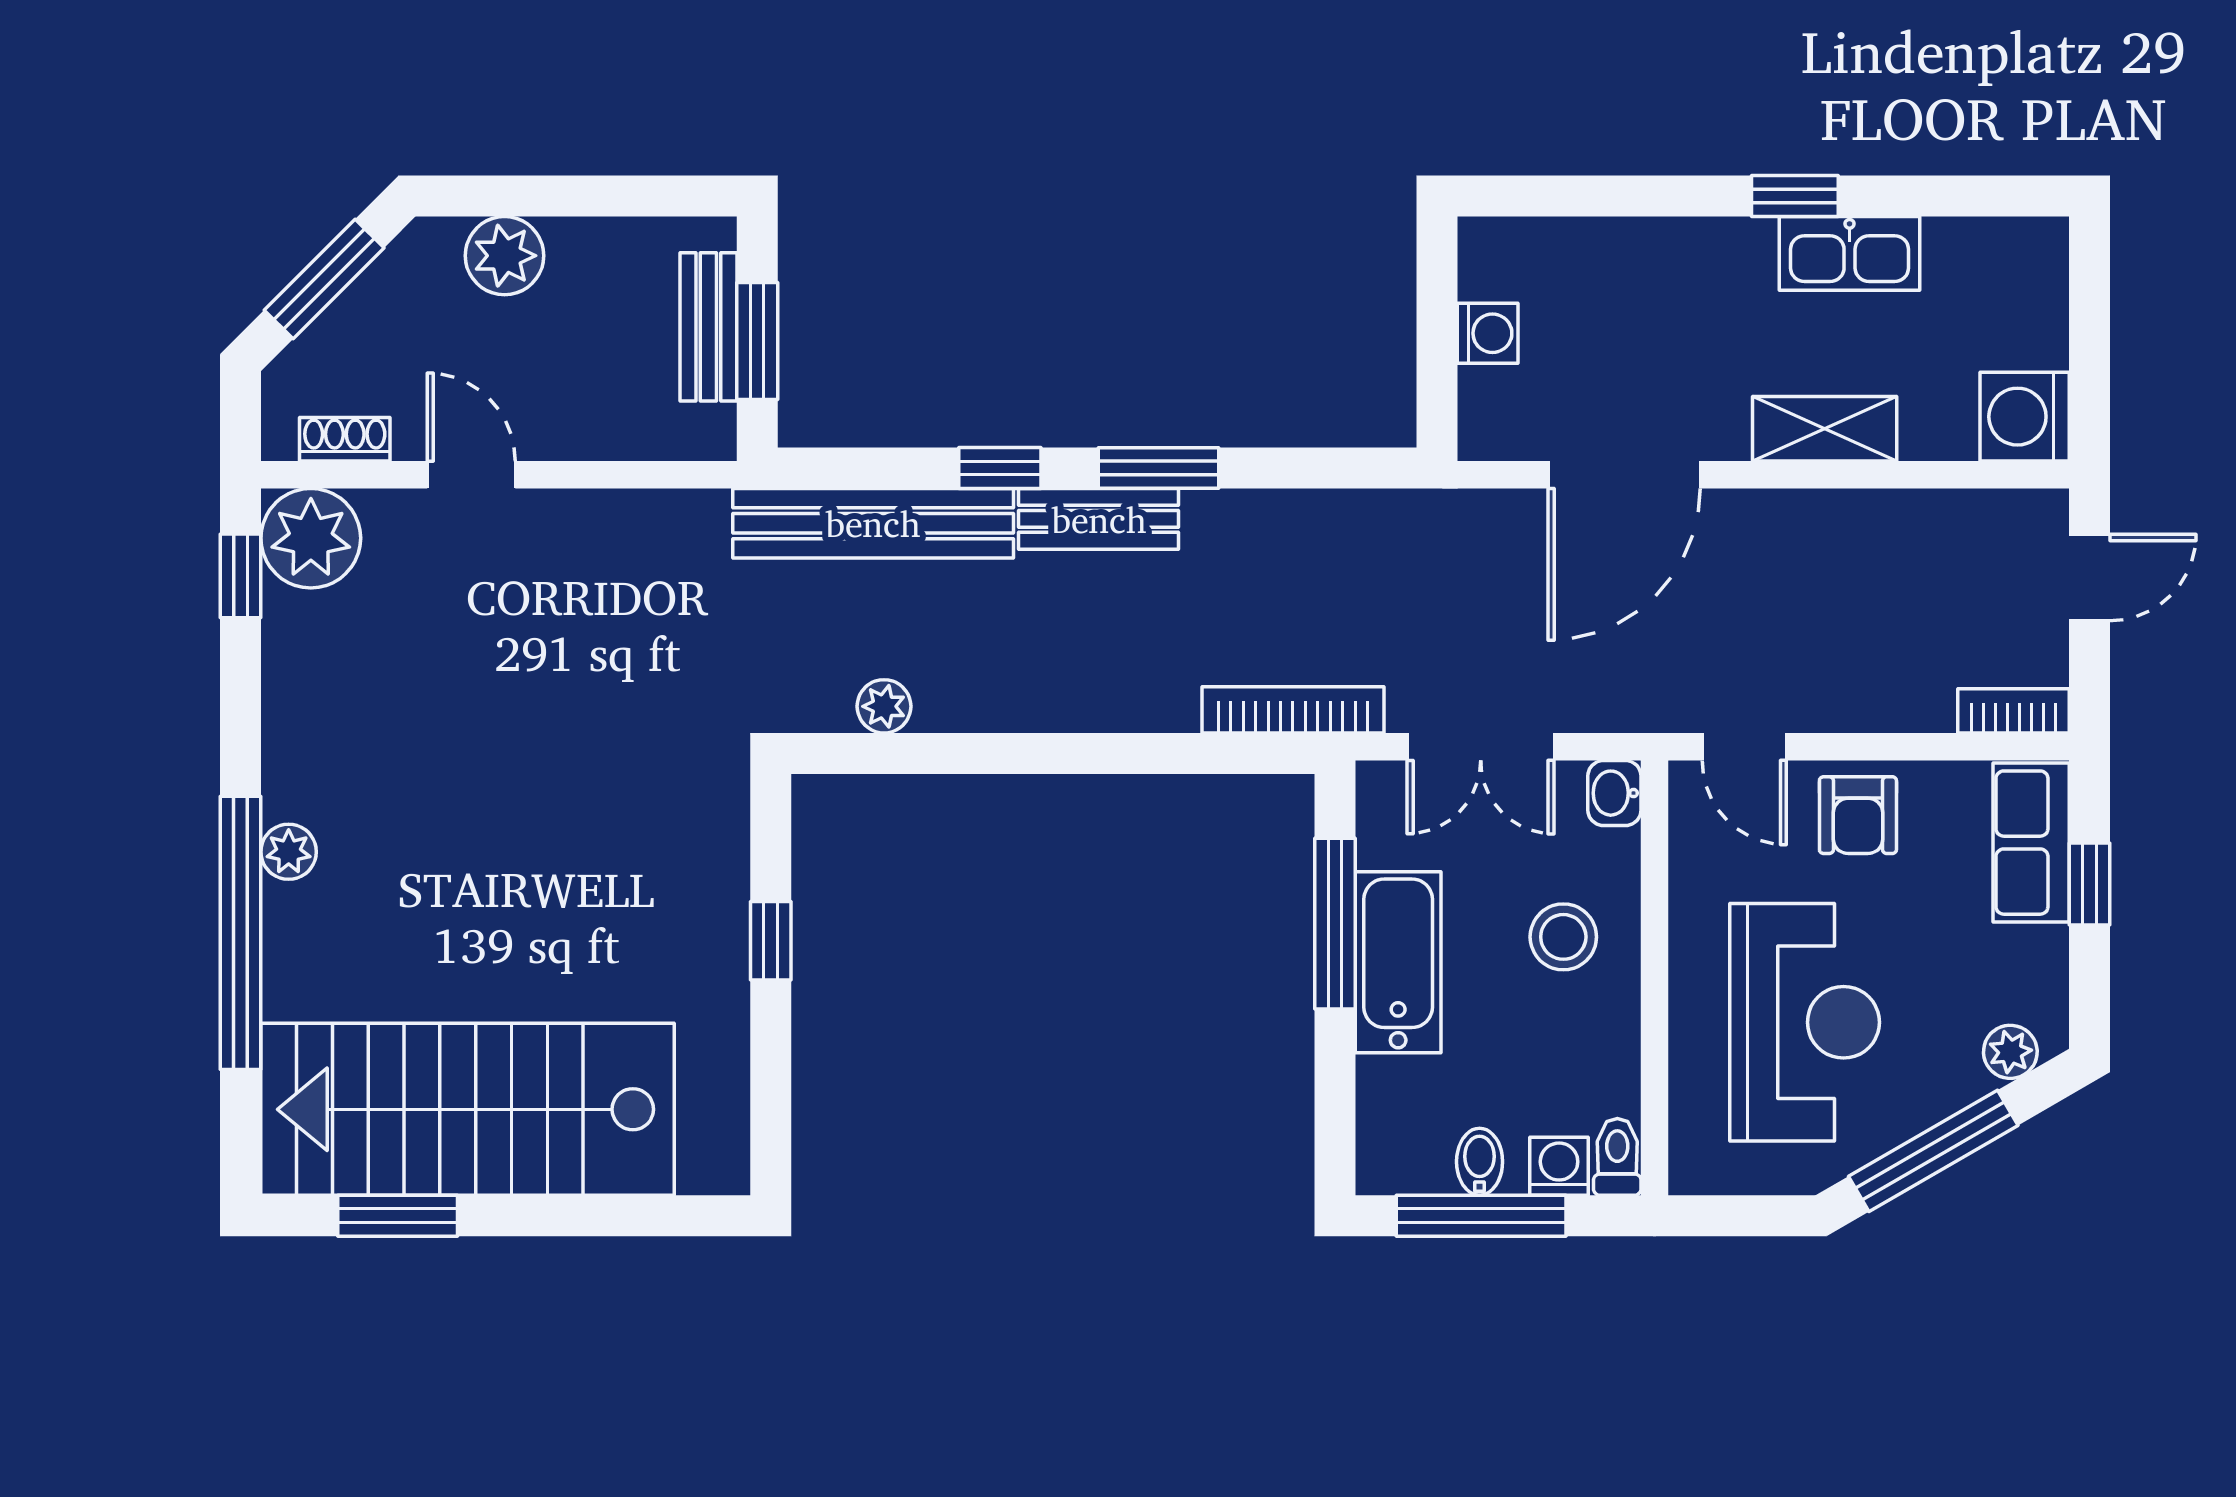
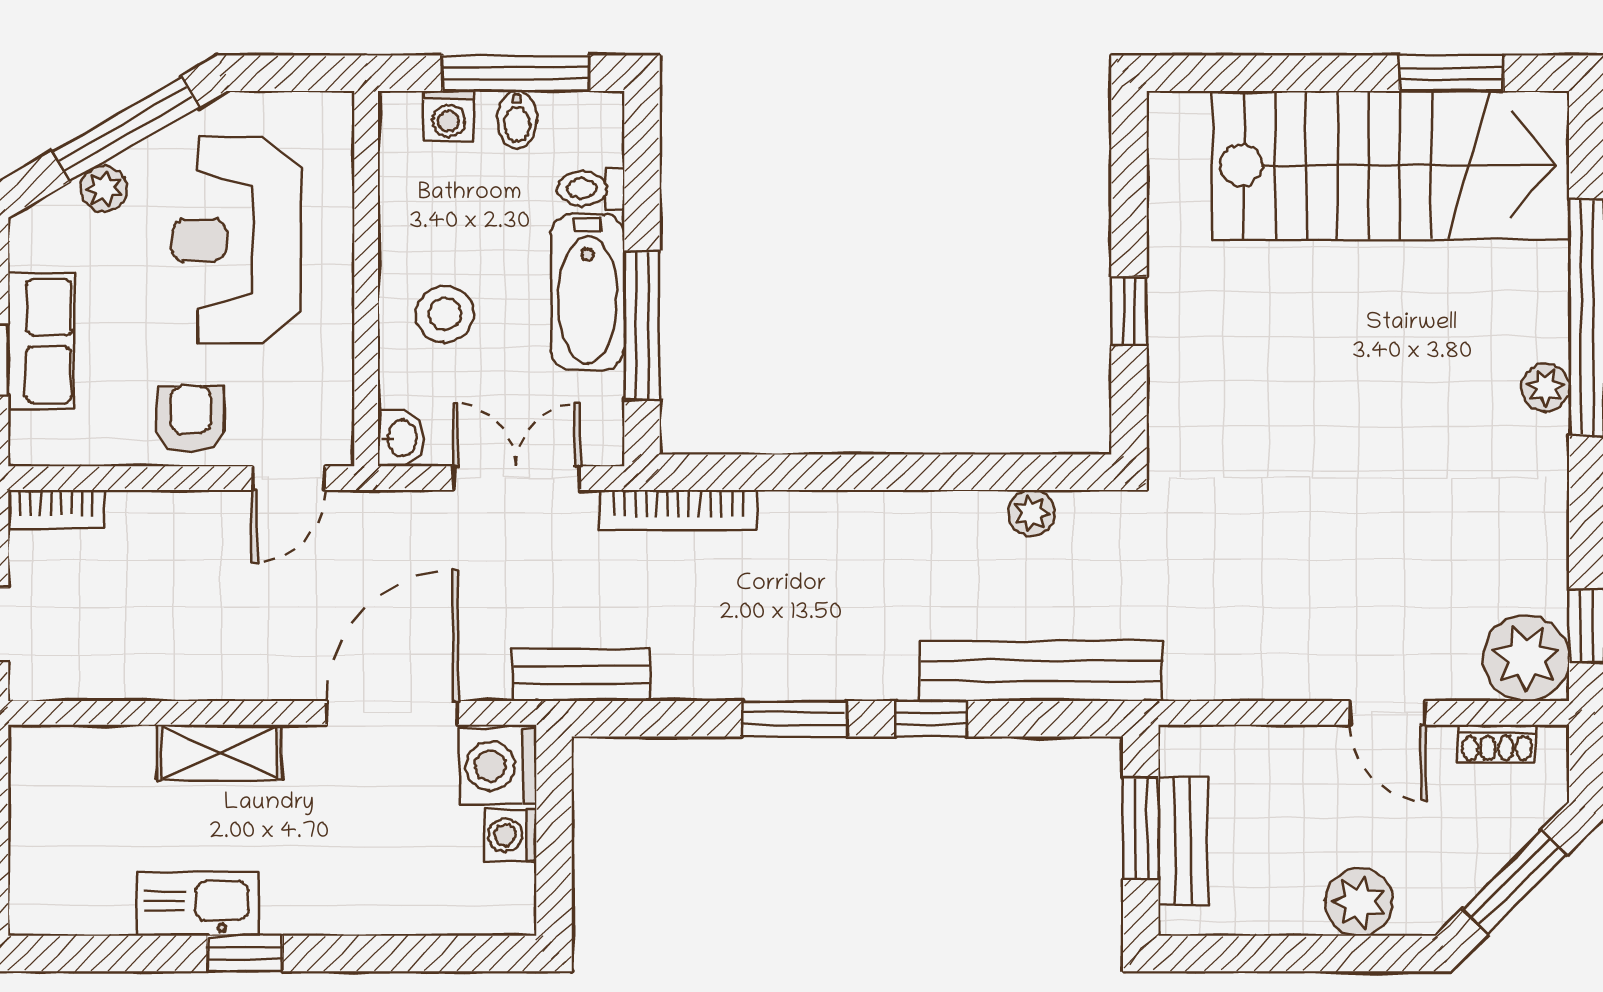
washing machine: (2025, 417) -> (498, 766), moved, turned 180
bench: (1099, 519) -> (581, 675), moved
door: (1744, 747) -> (289, 478), swing flipped
row of seats: (2031, 843) -> (41, 341), moved
plant: (2010, 1052) -> (104, 189), moved
toilet: (1617, 1157) -> (591, 189), moved, turned 90

